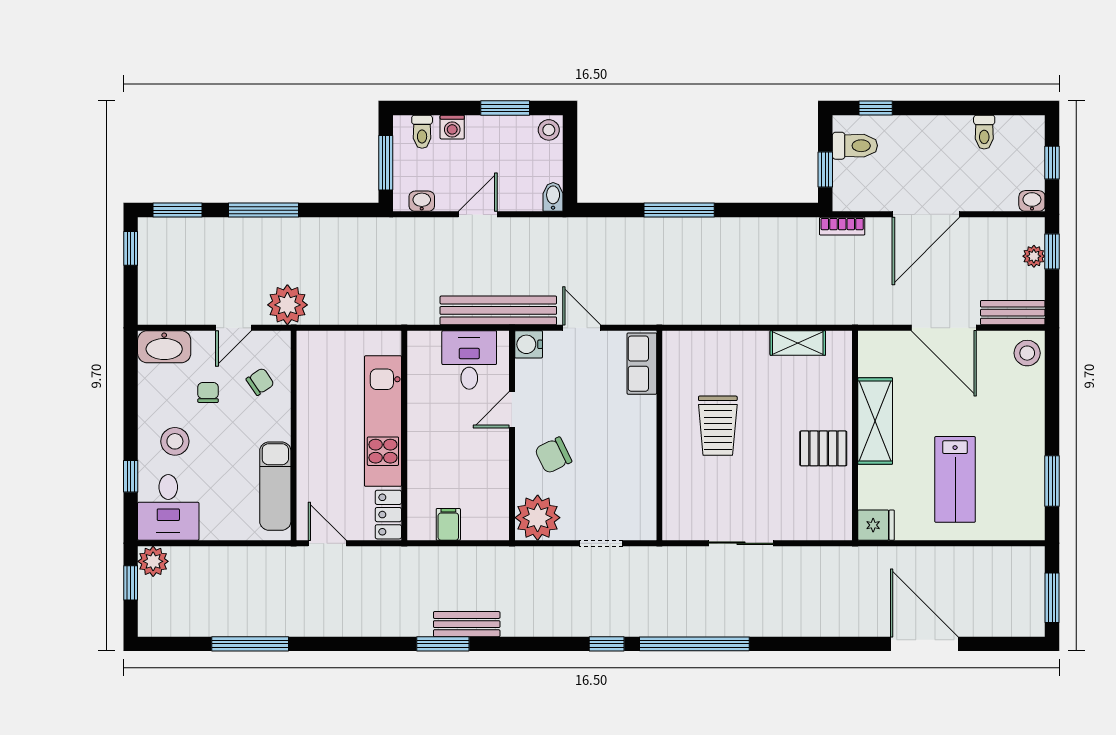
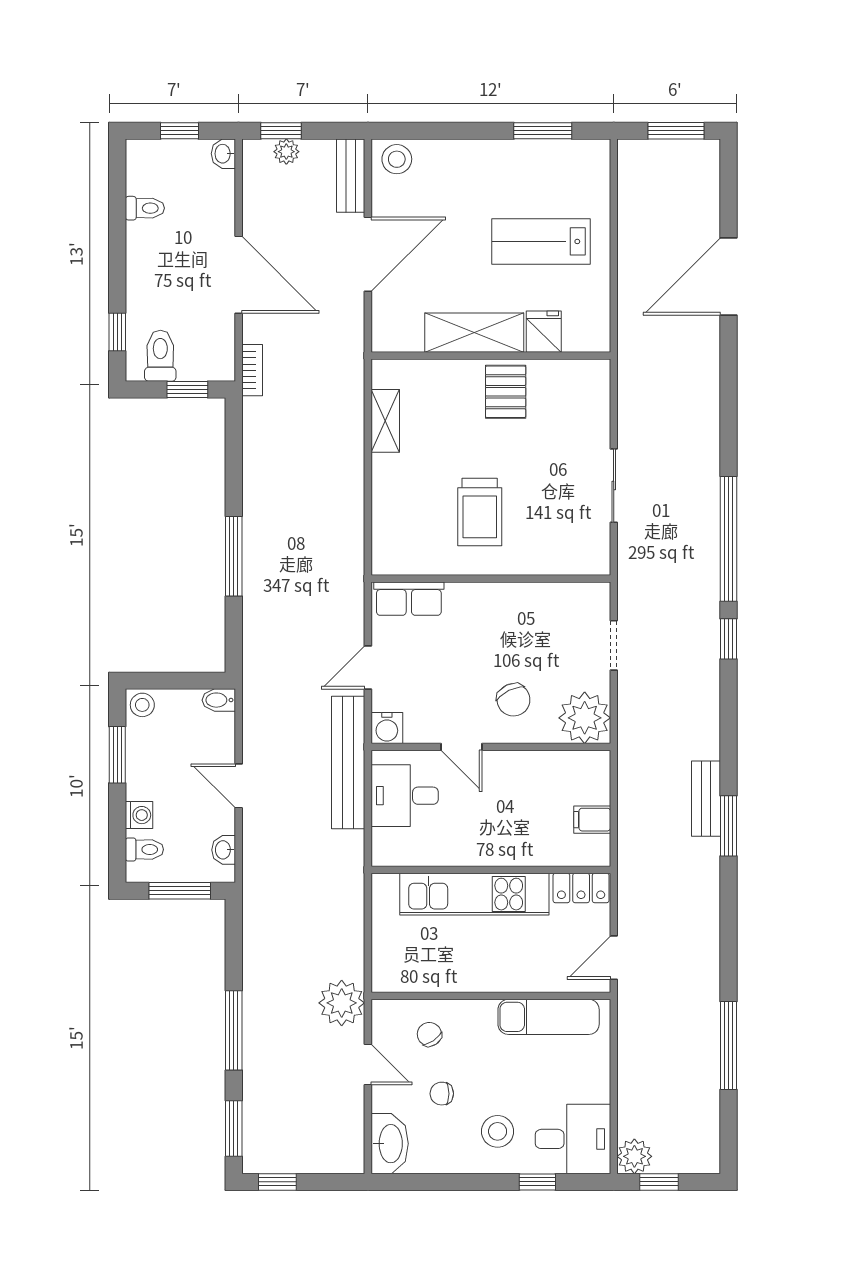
trolley: (718, 426) -> (480, 512), turned 90
lab bench: (955, 479) -> (541, 241), turned 180
fridge: (876, 525) -> (544, 332), moved

